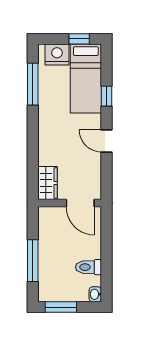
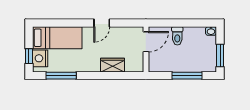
window: (79, 39) -> (29, 56), moved
window: (106, 96) -> (70, 23), removed
wardrobe: (47, 183) -> (113, 65), moved
toilet: (89, 267) -> (177, 36), moved

